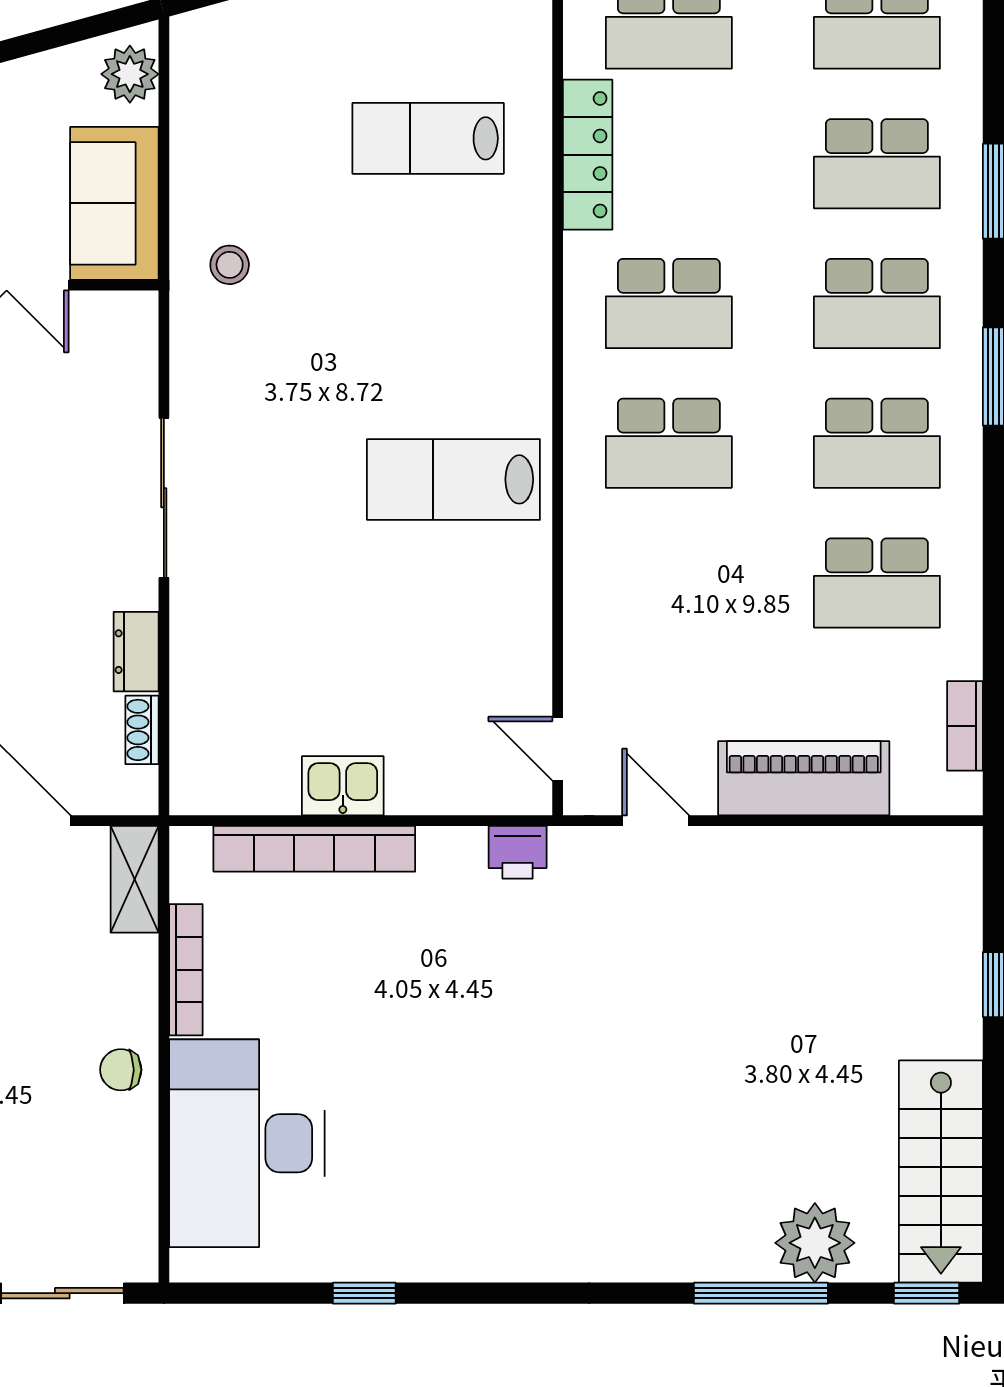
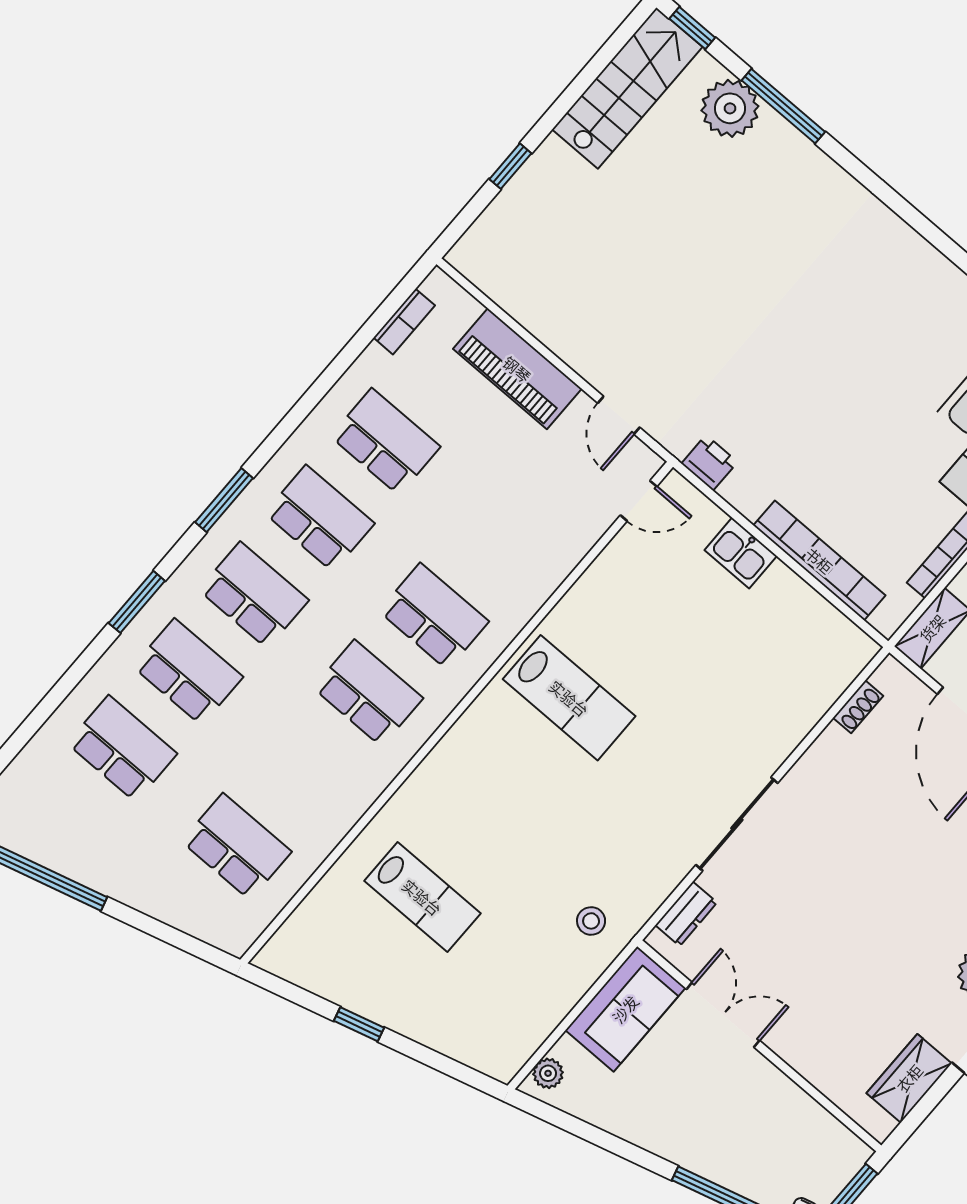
plant: (130, 74) -> (548, 1073), width x0.73, depth x0.73
locker: (588, 155) -> (343, 813), removed
dresser: (136, 652) -> (686, 914), moved
door: (558, 749) -> (639, 501), hinge flipped
kitchen sink: (343, 786) -> (741, 553), moved

